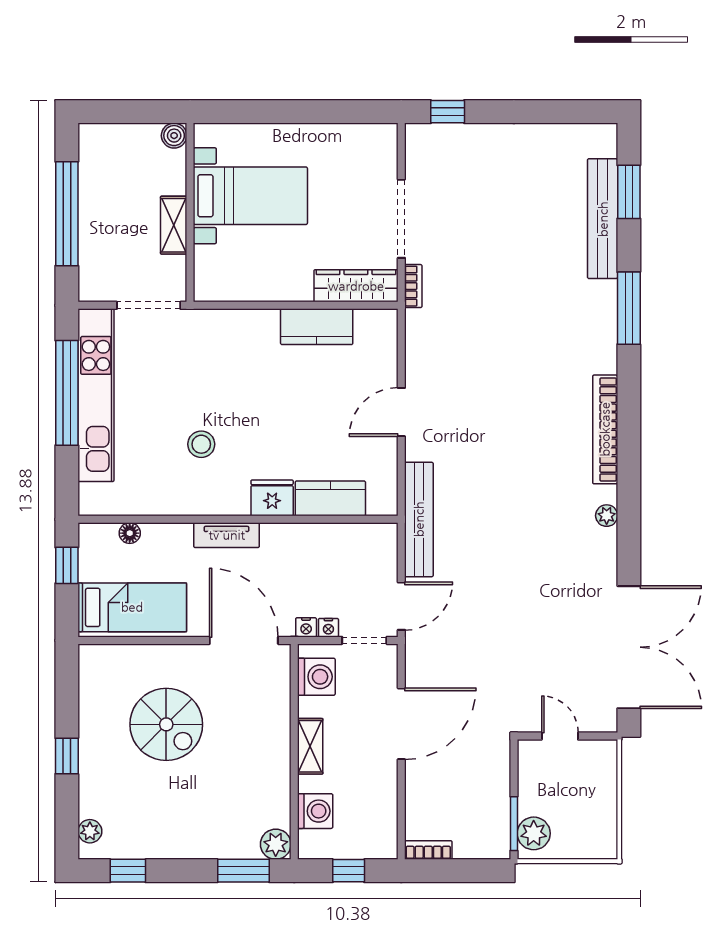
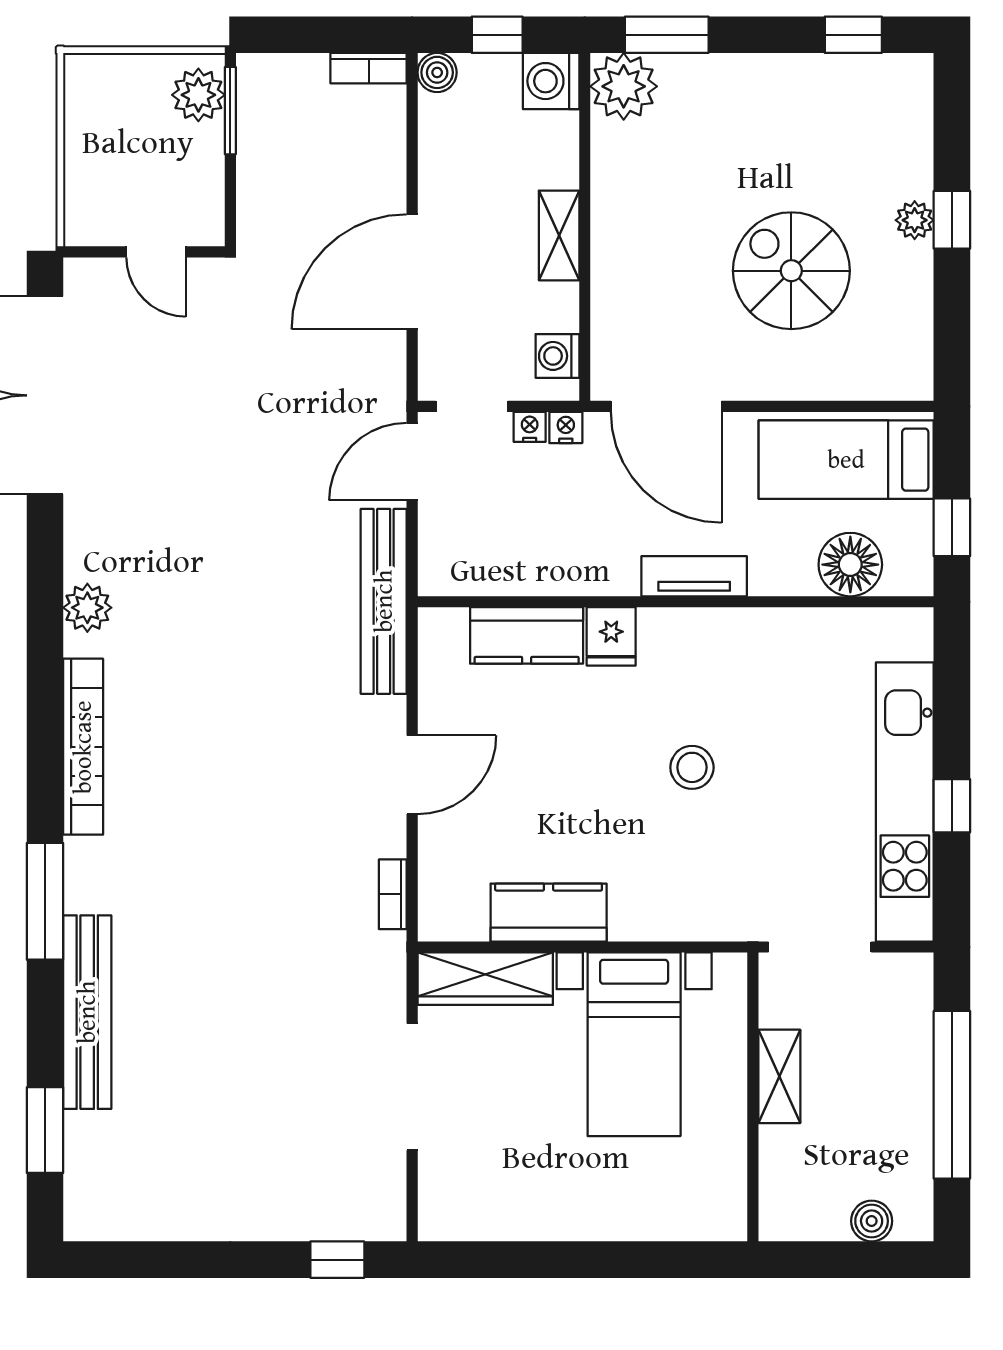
boiler: (174, 136) -> (872, 1221), moved
bed with nightstands: (250, 196) -> (634, 1044), moved, turned -90
bench: (603, 219) -> (87, 1012), moved
bookcase: (413, 286) -> (393, 894), moved
window: (629, 308) -> (45, 901), moved
window: (67, 393) -> (952, 806), width x0.32
stool: (201, 444) -> (692, 767), moved
fridge: (272, 498) -> (611, 636), width x0.72
plant: (607, 516) -> (87, 608), width x1.38, depth x1.38
floor lamp: (130, 533) -> (850, 565), width x1.89, depth x1.89
washing machine: (316, 677) -> (557, 356), width x0.73, depth x0.73
washing machine: (315, 811) -> (551, 81), moved
plant: (90, 831) -> (915, 220), moved
plant: (276, 844) -> (624, 86), width x1.36, depth x1.36
boiler: (386, 847) -> (437, 72), added

